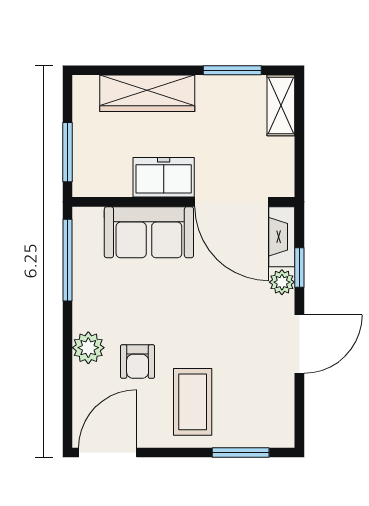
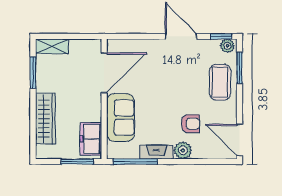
freezer: (164, 177) -> (91, 139), moved
fireplace: (282, 237) -> (156, 152), moved, turned 180
window: (299, 267) -> (221, 36), moved
plant: (282, 282) -> (227, 46), moved
coffee table: (193, 402) -> (220, 82), moved, turned 90

